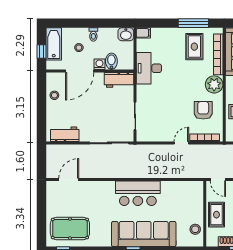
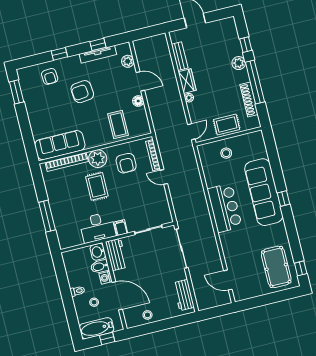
window: (193, 23) -> (47, 216), moved
filing cabinet: (143, 33) -> (121, 228), moved
washbasin: (126, 34) -> (98, 252), moved, turned 180
rug: (194, 47) -> (97, 186), moved, turned 90
armchair: (203, 110) -> (126, 163), turned -90
stool: (195, 229) -> (226, 153), moved

